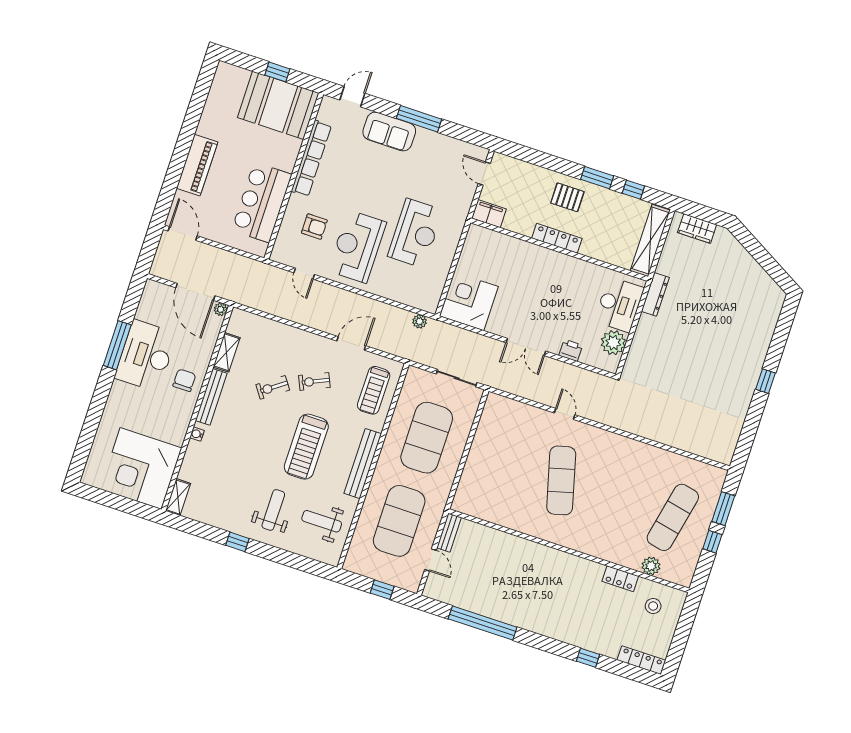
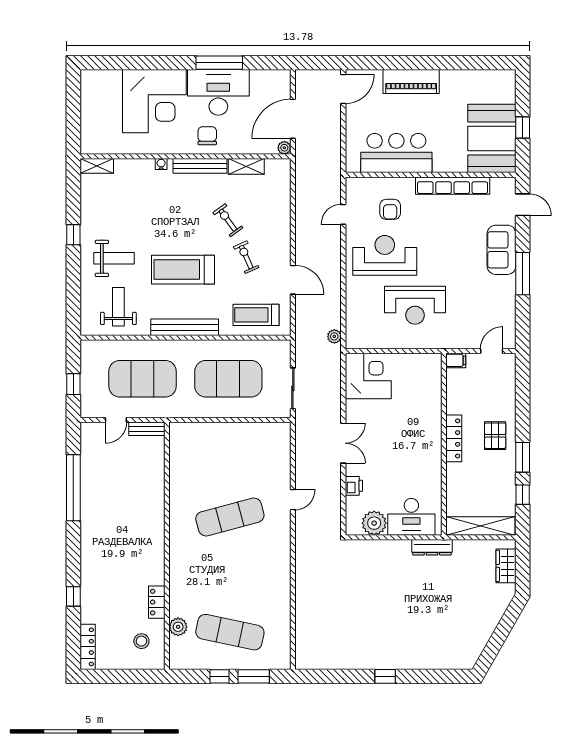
filing cabinet: (489, 214) -> (456, 360), width x0.50
double door: (526, 347) -> (343, 443), swing flipped
chair: (184, 380) -> (207, 136), turned -90
corner desk: (141, 468) -> (154, 101), moved, turned 180

